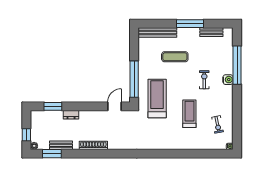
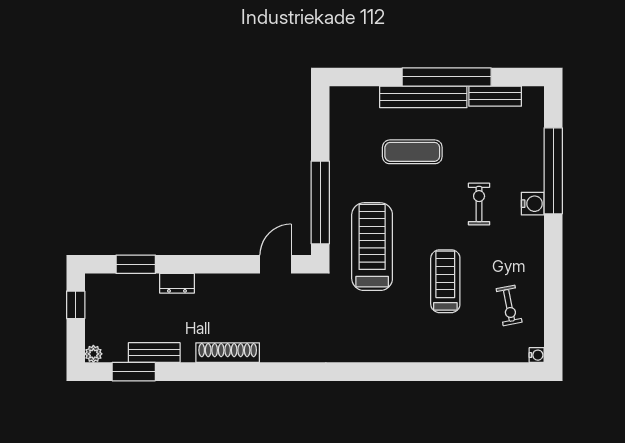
window: (190, 24) -> (447, 77), width x1.46
bench: (157, 32) -> (423, 97), moved
window: (26, 135) -> (76, 305), moved

